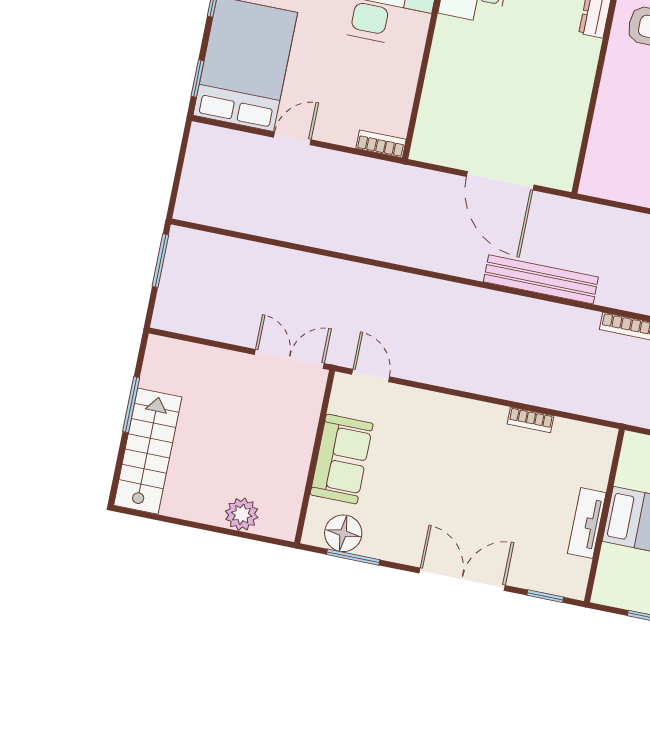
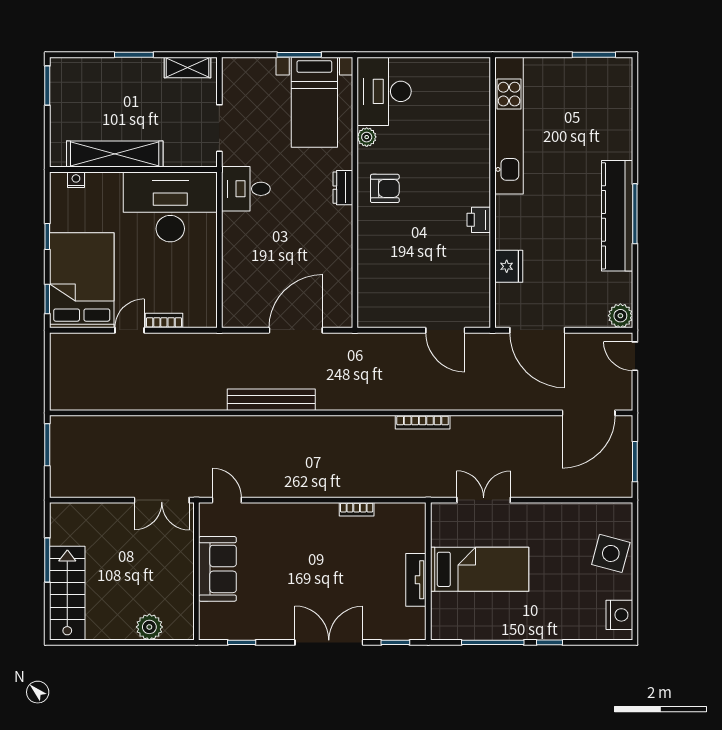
bookcase: (381, 144) -> (164, 320), moved
door: (500, 181) -> (296, 330), swing flipped
bench: (541, 279) -> (271, 400), moved
double door: (289, 359) -> (162, 500), swing flipped
floor lamp: (343, 533) -> (230, 626), removed
window: (353, 557) -> (242, 642), width x0.67

